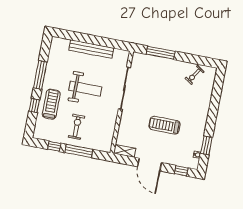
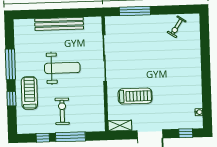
treadmill: (164, 125) -> (135, 96), moved, turned 180
window: (206, 146) -> (207, 100), removed

